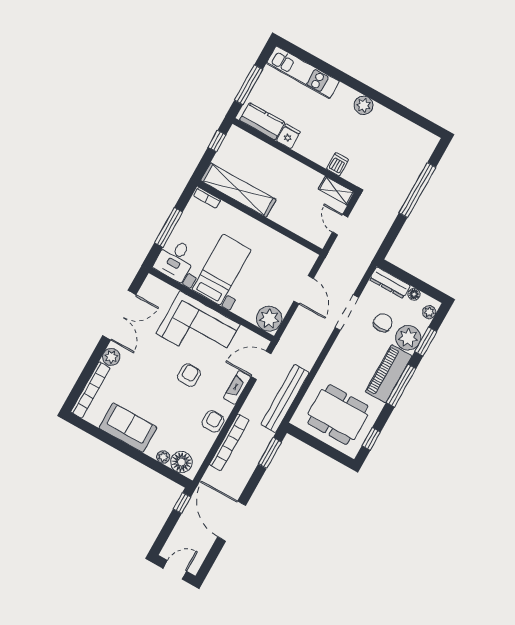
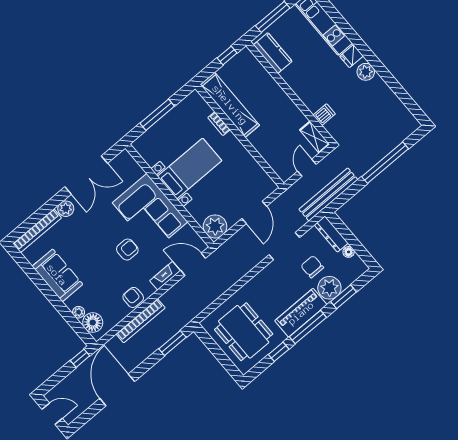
fridge: (288, 136) -> (352, 56), moved, turned 180
bookcase: (207, 198) -> (219, 124), moved
desk: (175, 260) -> (153, 145), removed
plant: (429, 312) -> (356, 272), removed
chair: (383, 323) -> (312, 267), turned -90
bench: (285, 399) -> (328, 194), moved
armchair: (213, 421) -> (133, 297), turned -90
window: (371, 439) -> (279, 352), moved

